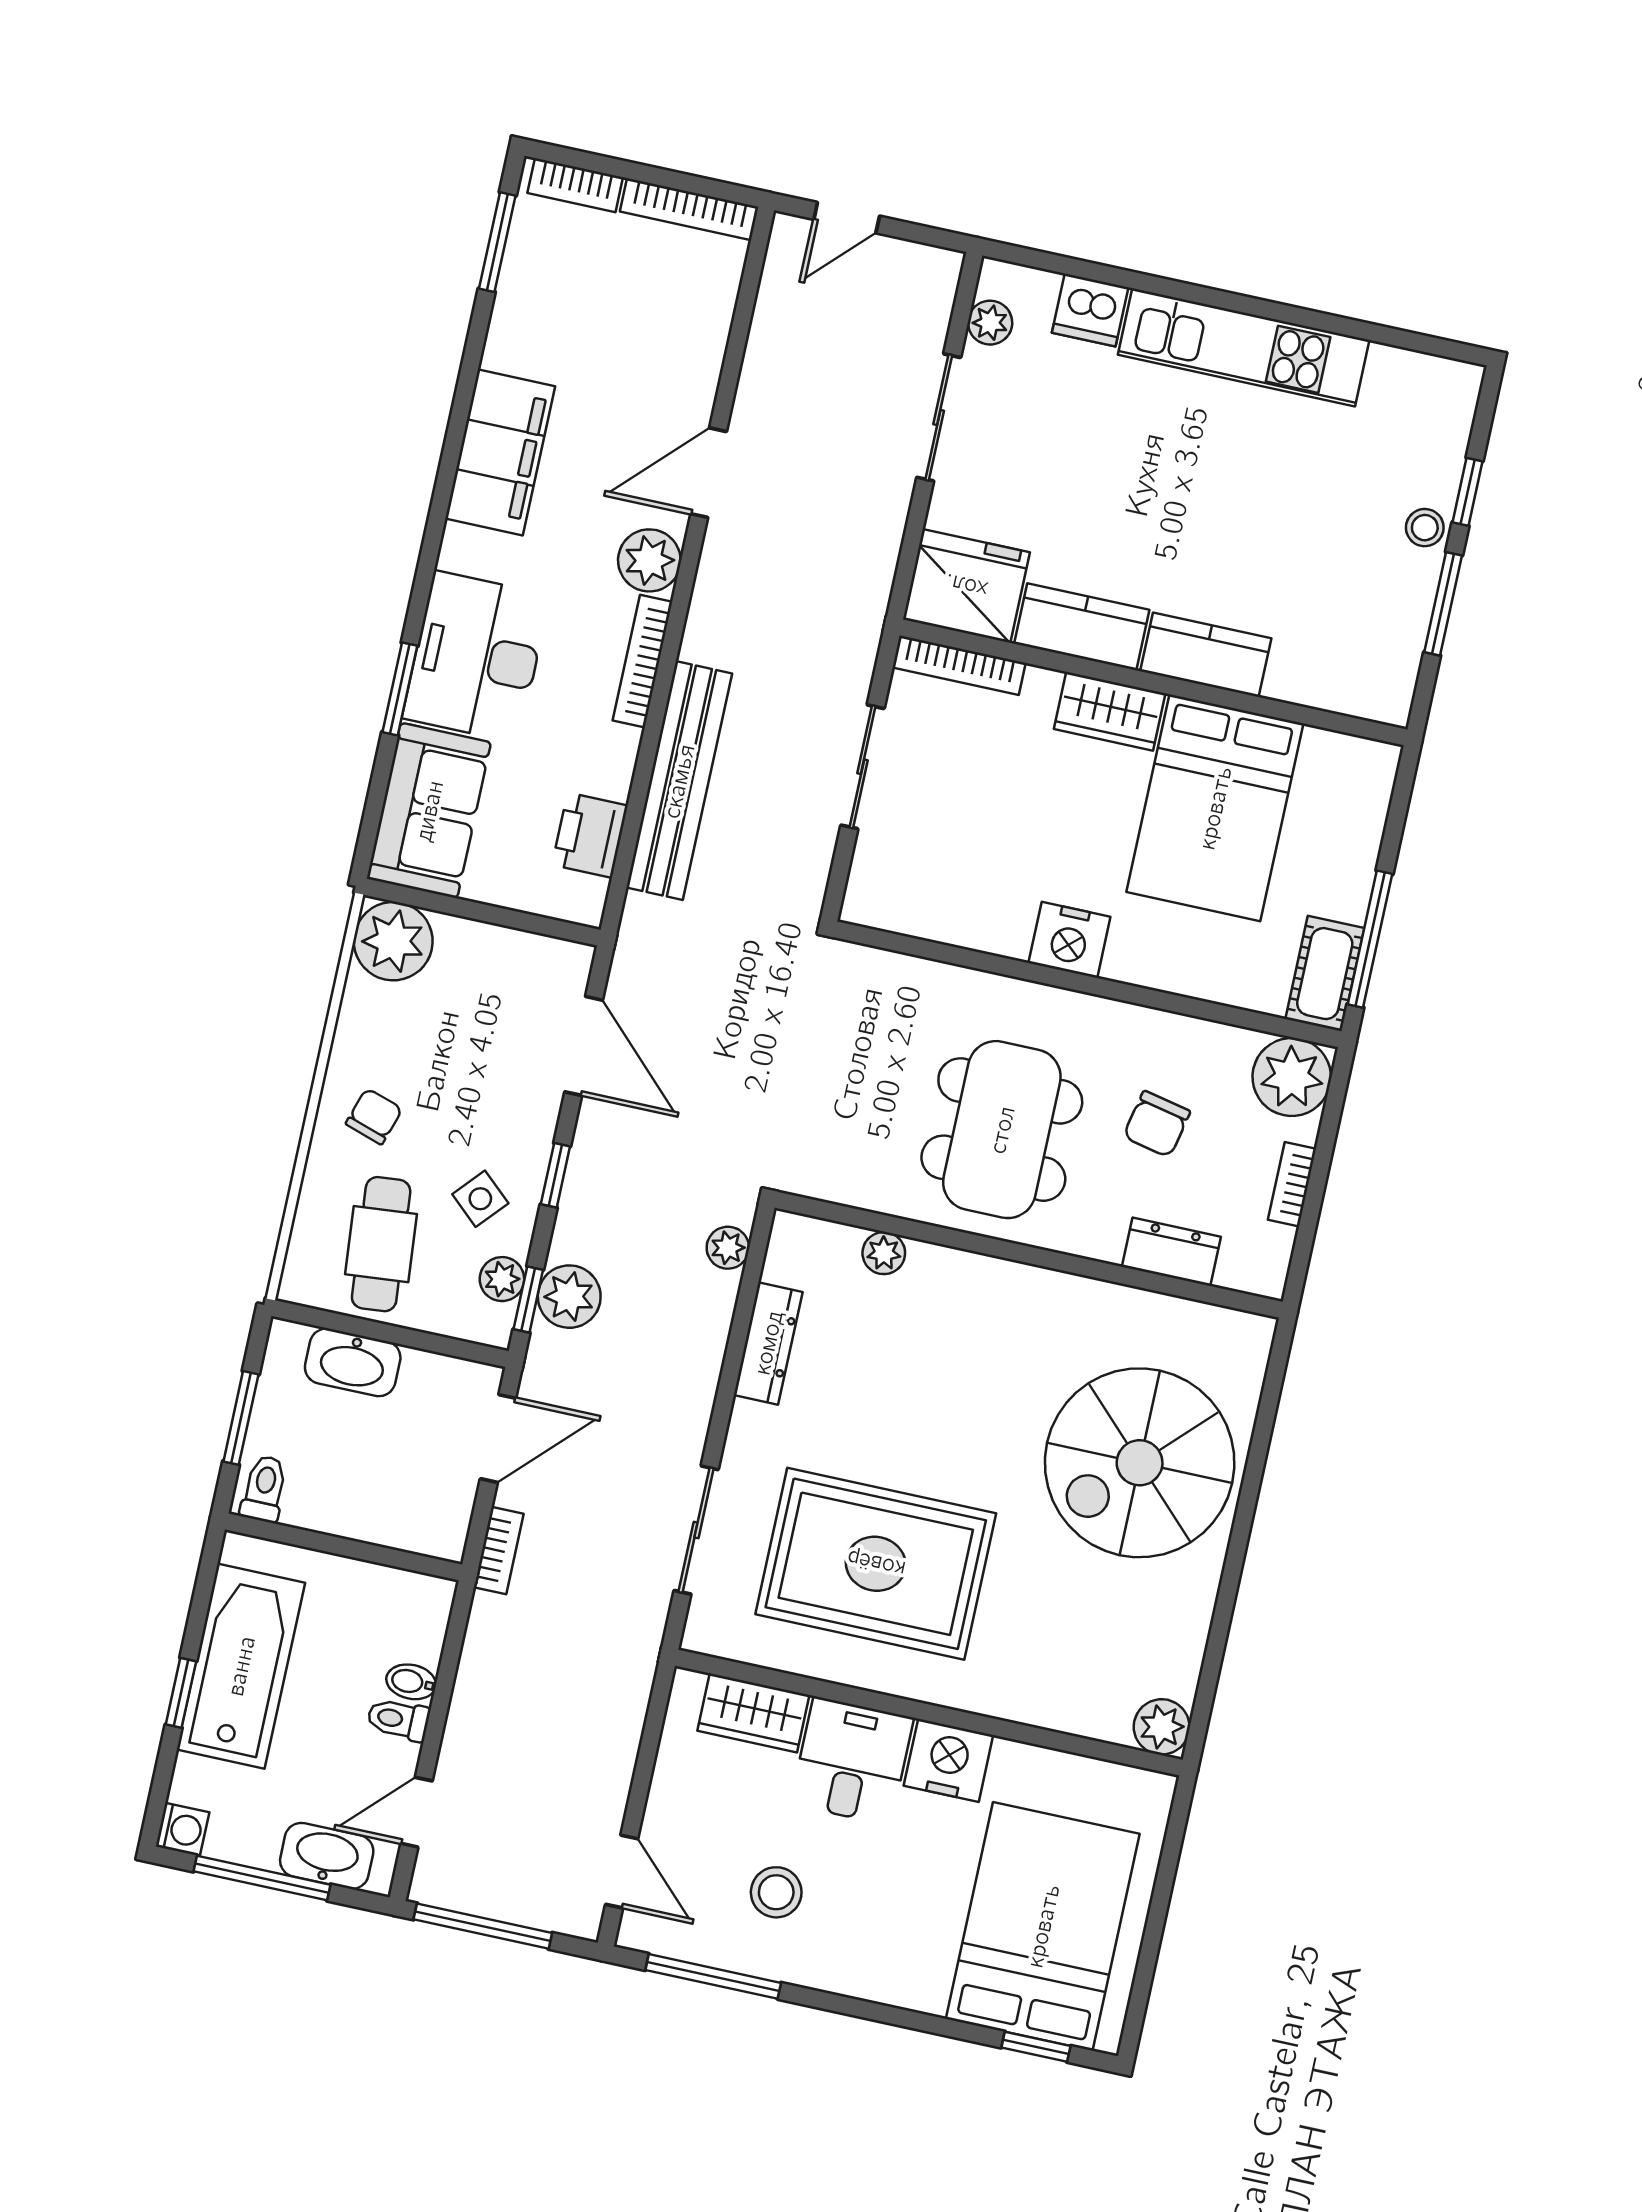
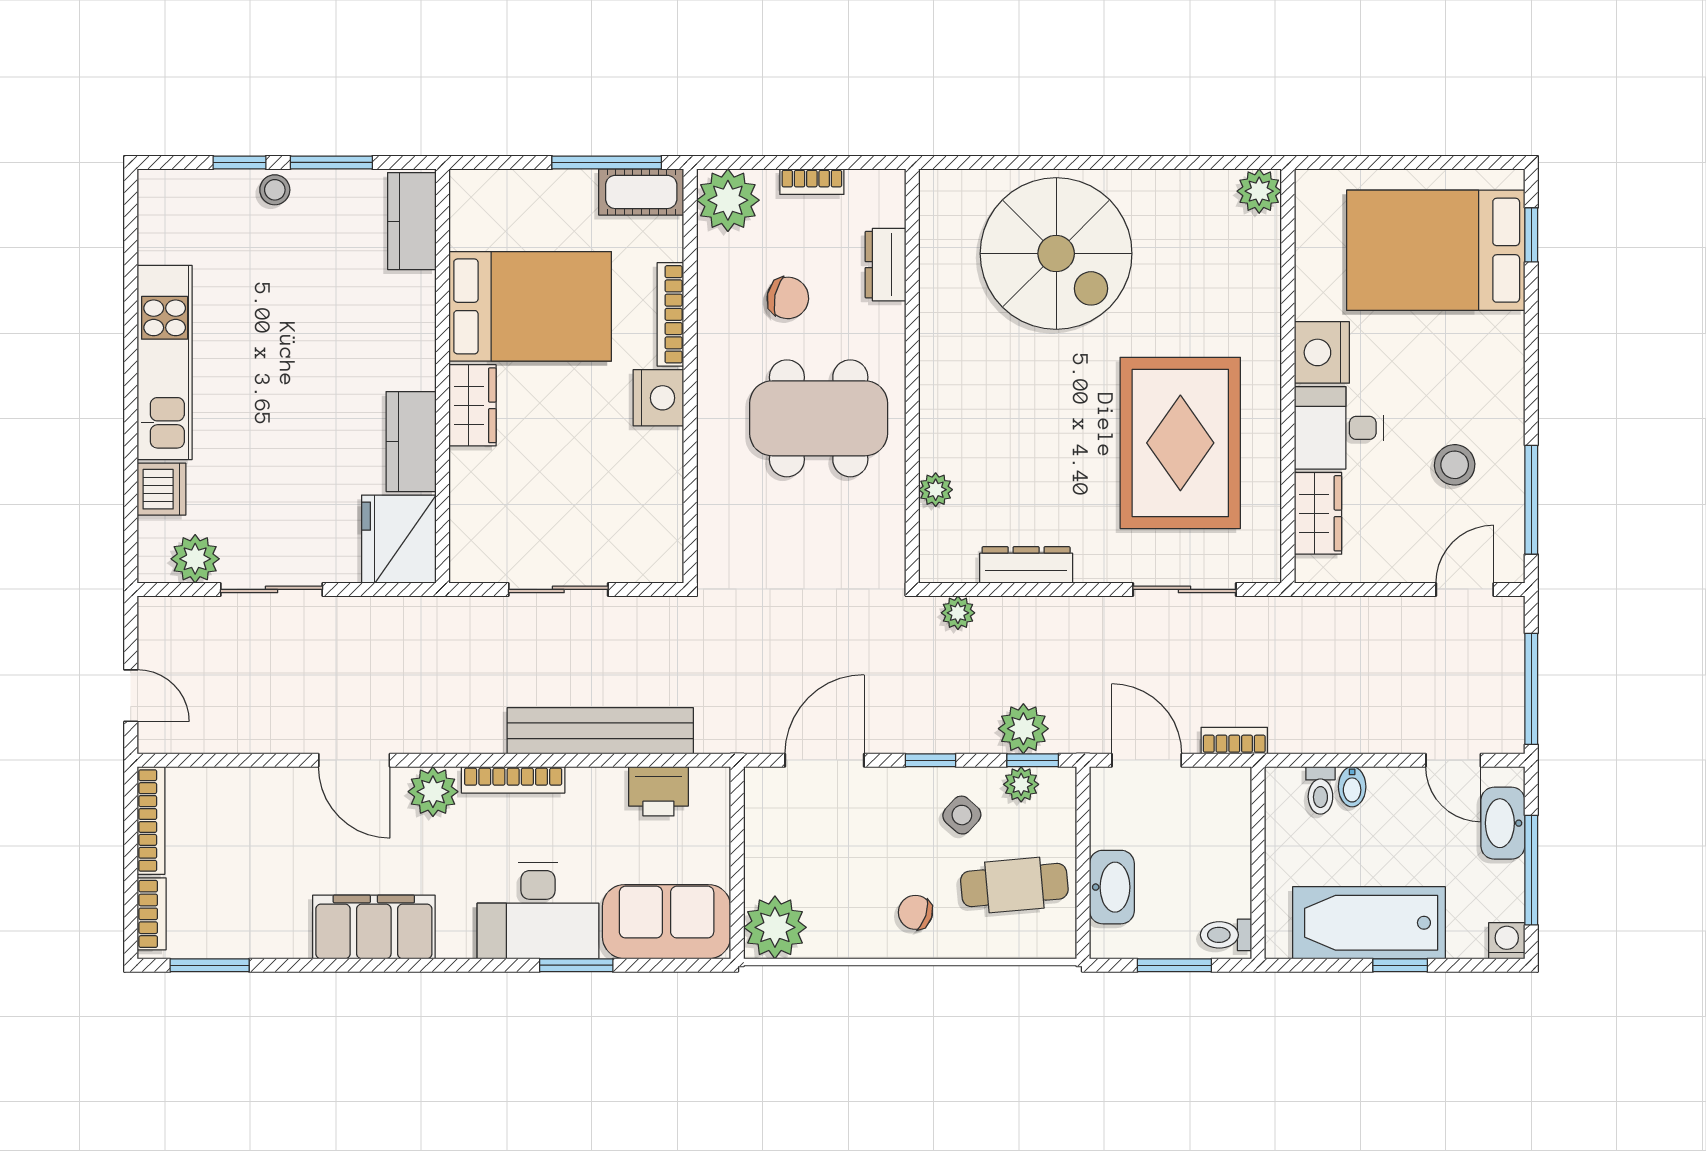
plant: (990, 323) -> (195, 559), width x1.38, depth x1.38
kitchen counter: (1206, 655) -> (412, 221), moved
bookcase: (959, 665) -> (670, 314), moved, turned 180
toilet: (398, 1719) -> (1320, 790), moved

